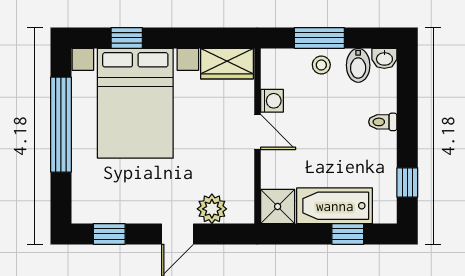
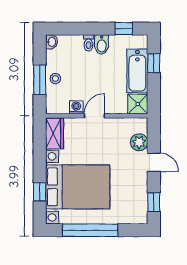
bidet: (358, 65) -> (102, 44), moved, turned 90

